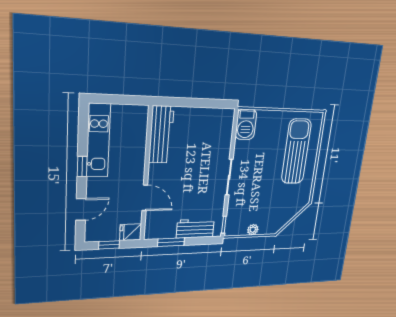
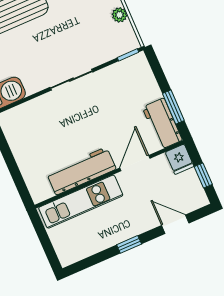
workbench: (161, 135) -> (81, 171), moved
kitchen unit: (98, 141) -> (81, 202), moved, turned 180
workbench: (195, 229) -> (162, 124), moved

